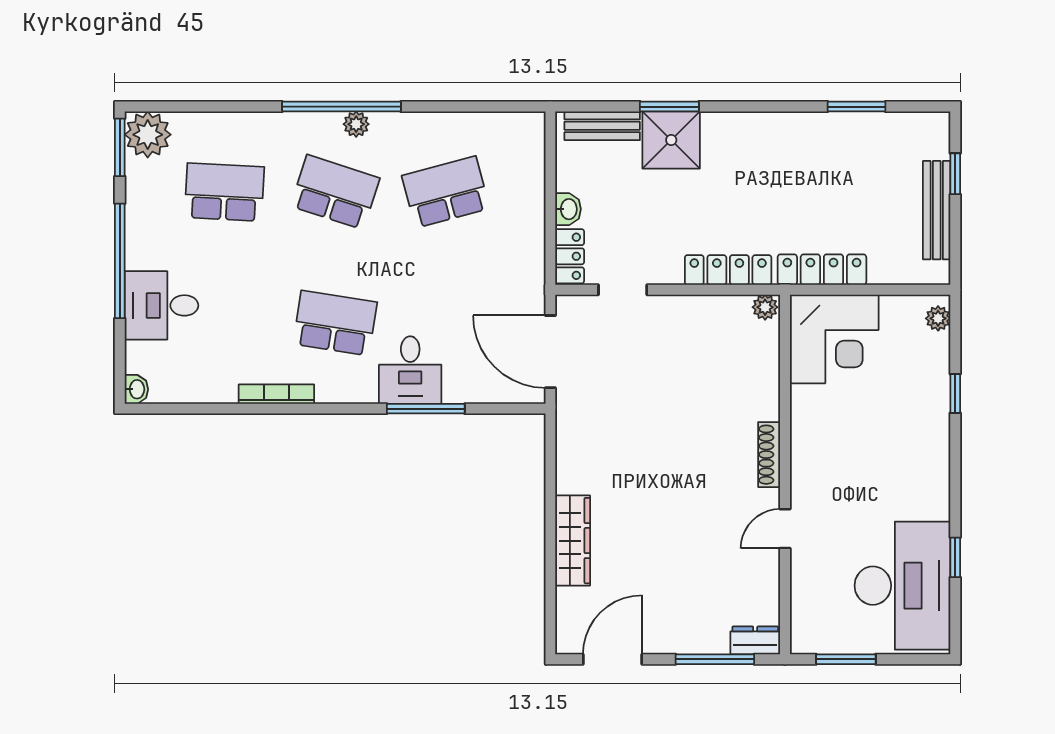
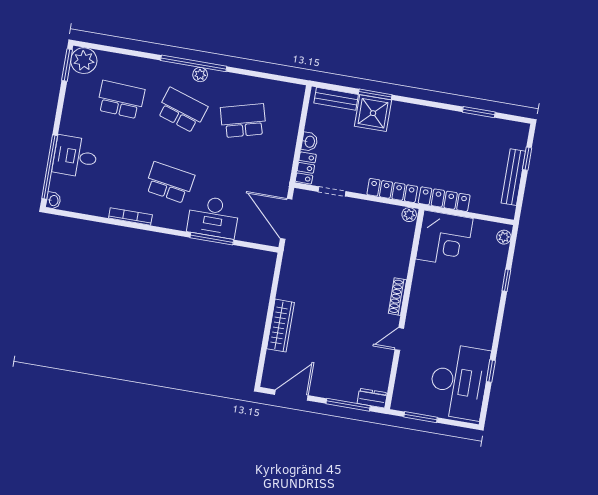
window: (120, 261) -> (50, 167), moved
desk: (410, 370) -> (213, 217), width x1.37

